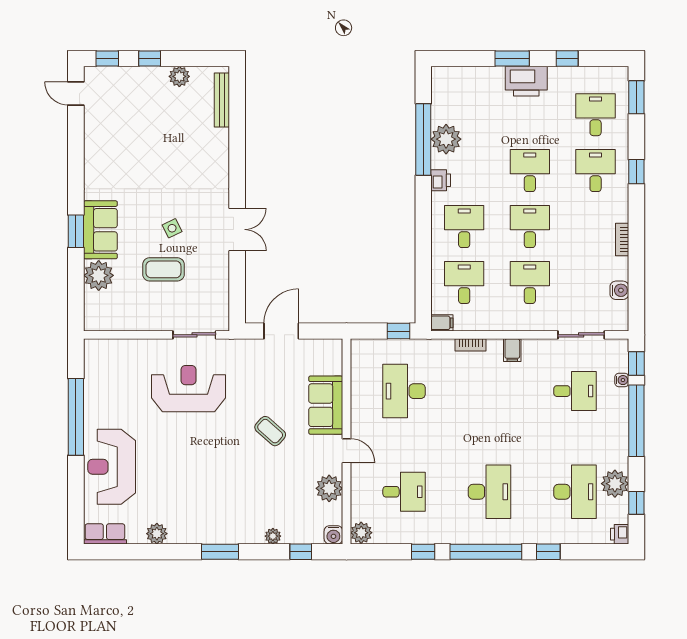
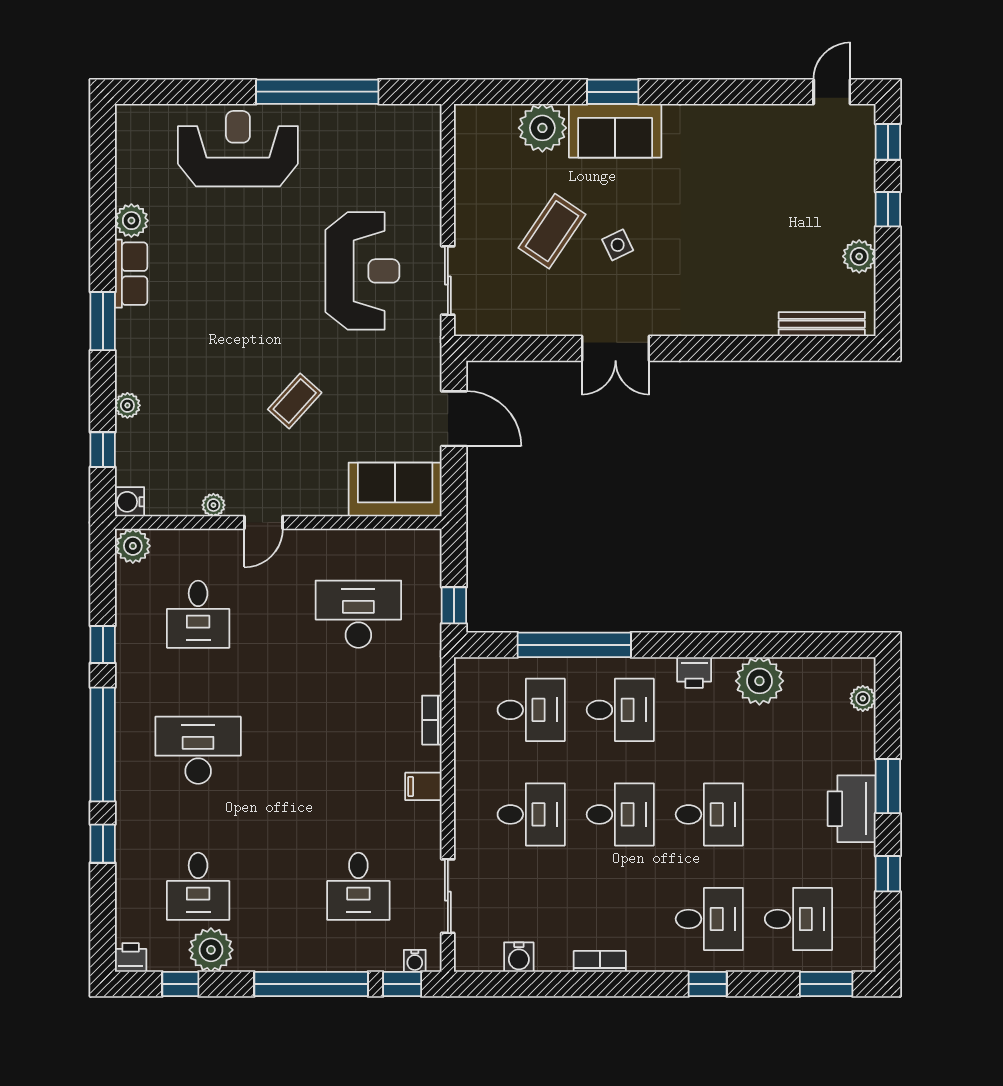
plant: (457, 74) -> (863, 698), added
window: (423, 139) -> (574, 645), moved
coffee table: (163, 269) -> (552, 231), turned 34
filing cabinet: (442, 323) -> (467, 674), removed
water cooler: (622, 380) -> (415, 961), moved
sofa: (326, 405) -> (395, 490), moved
plant: (329, 488) -> (213, 505), width x0.53, depth x0.53
desk: (490, 492) -> (198, 750), turned 180
desk: (575, 492) -> (198, 886), width x0.73
row of seats: (105, 534) -> (131, 274), moved

